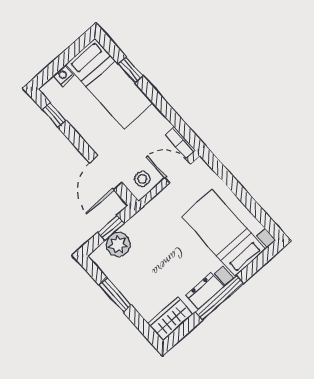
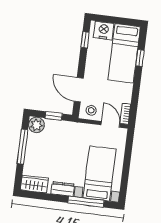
nightstand: (64, 76) -> (104, 30), width x1.89, depth x1.79
door: (106, 173) -> (79, 90), hinge flipped
plant: (118, 244) -> (36, 125), moved
window: (115, 295) -> (22, 147), width x1.44
window: (219, 298) -> (86, 202), moved

